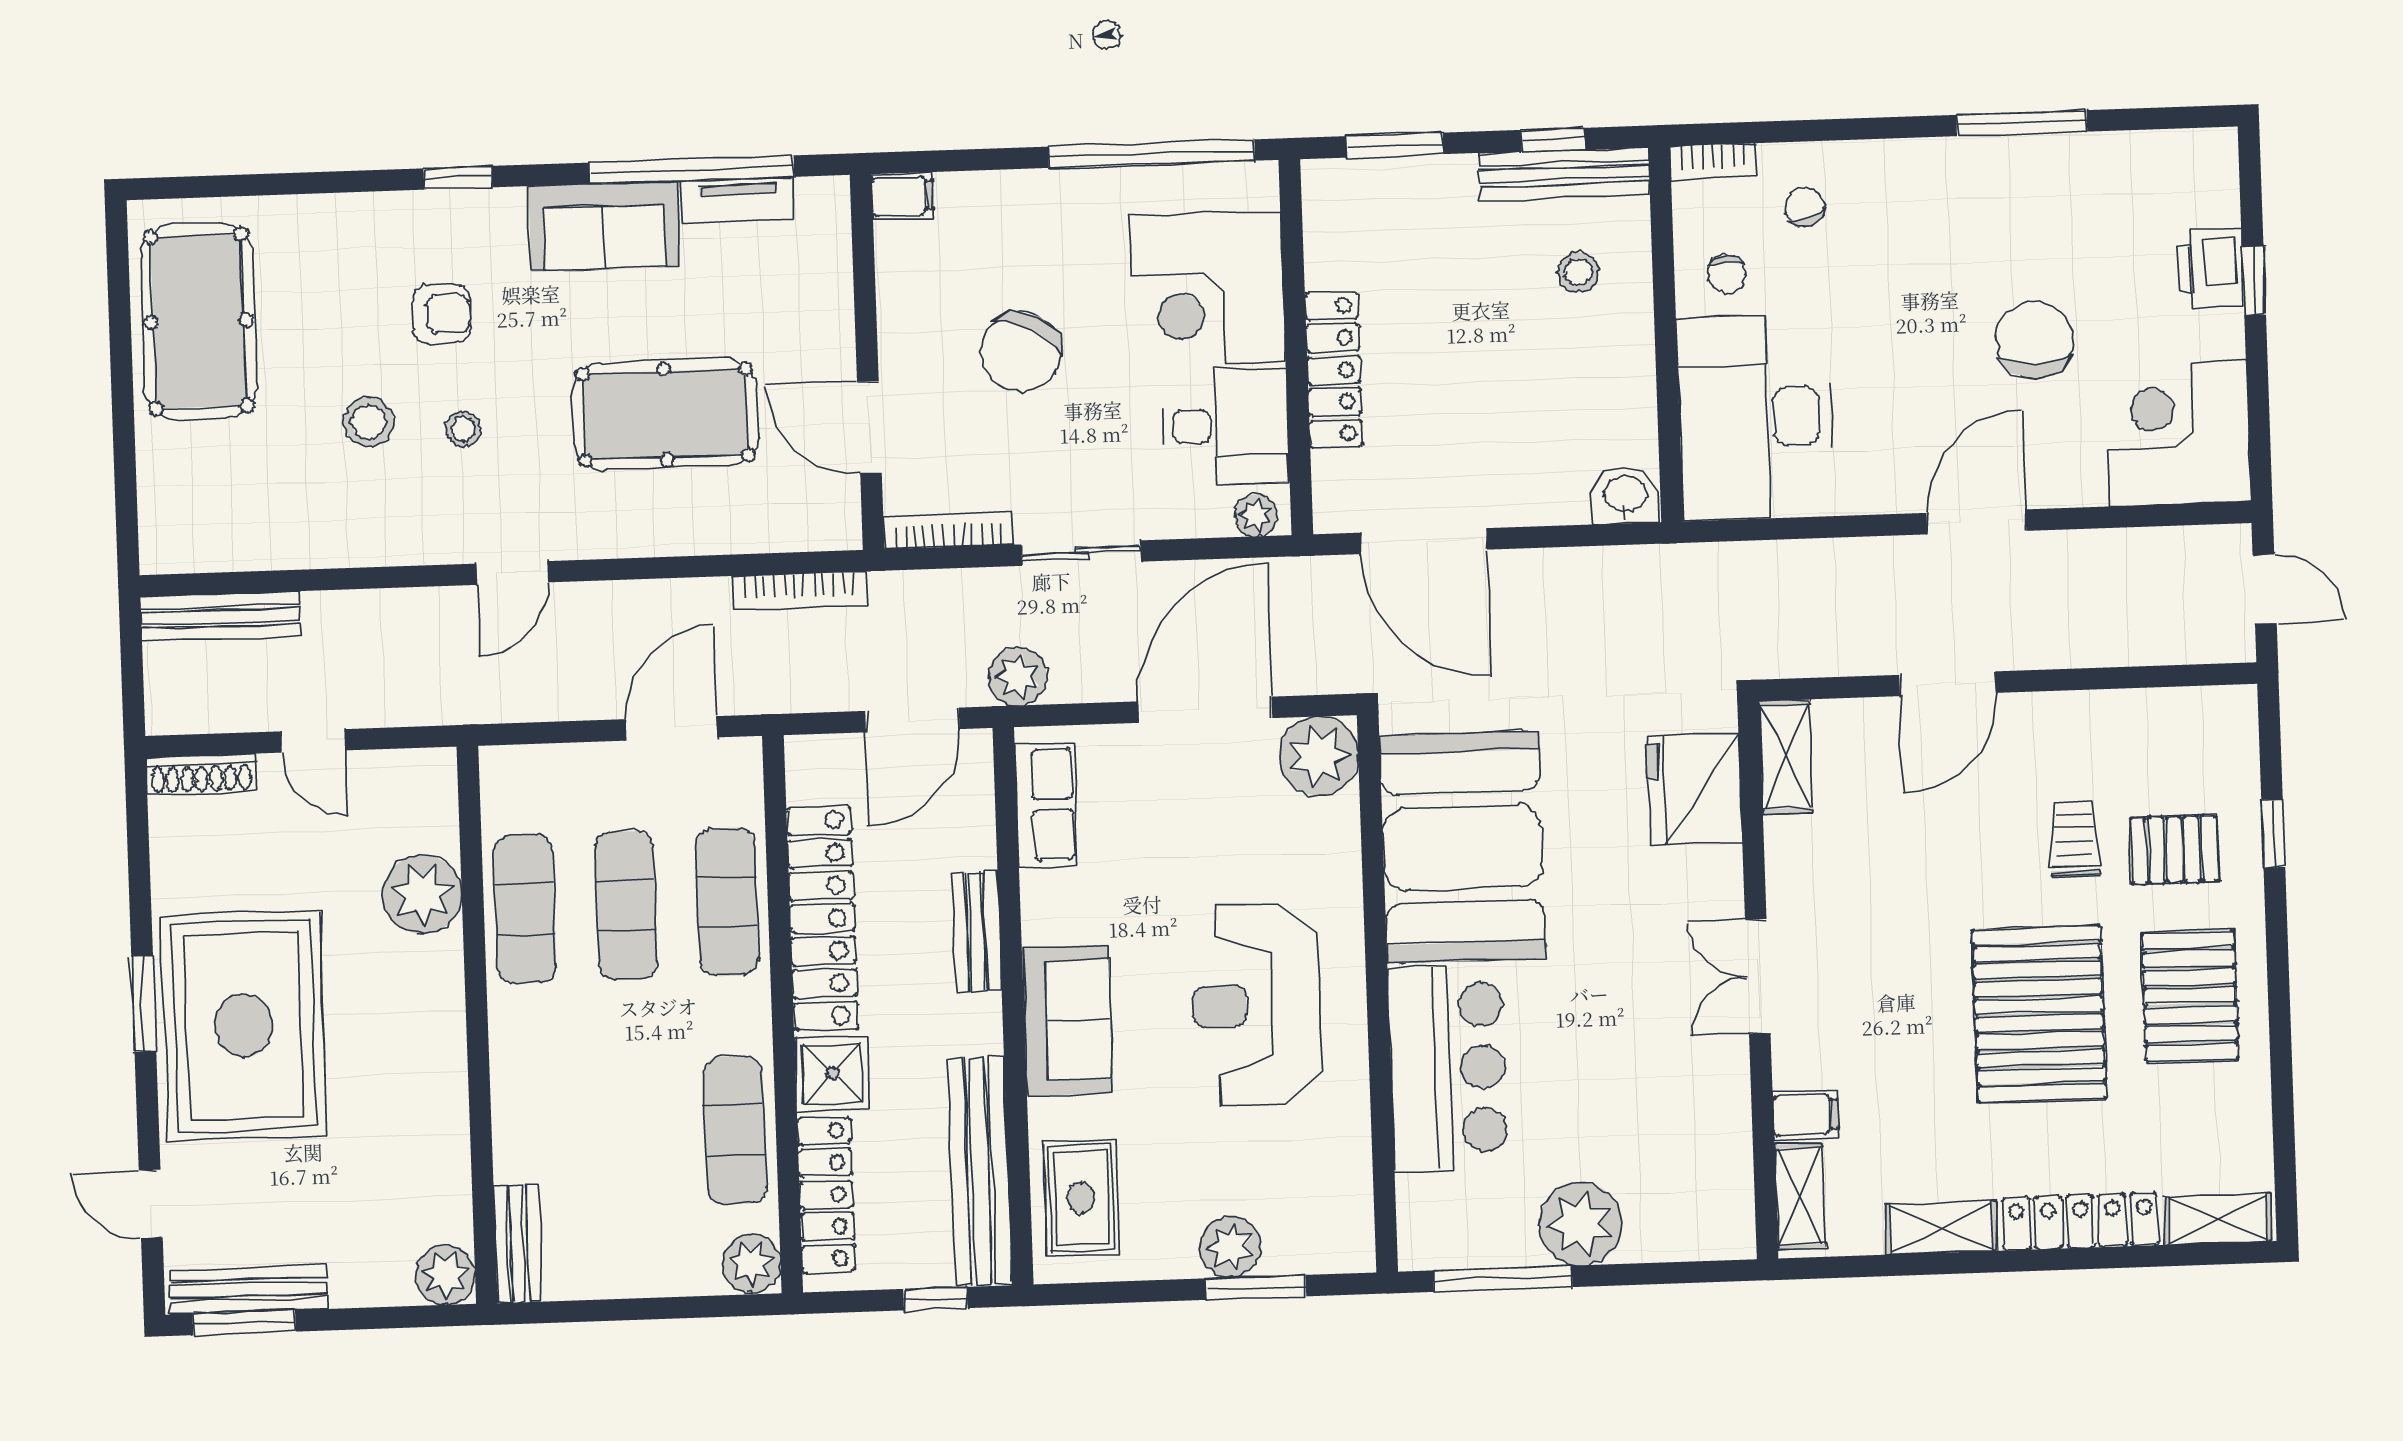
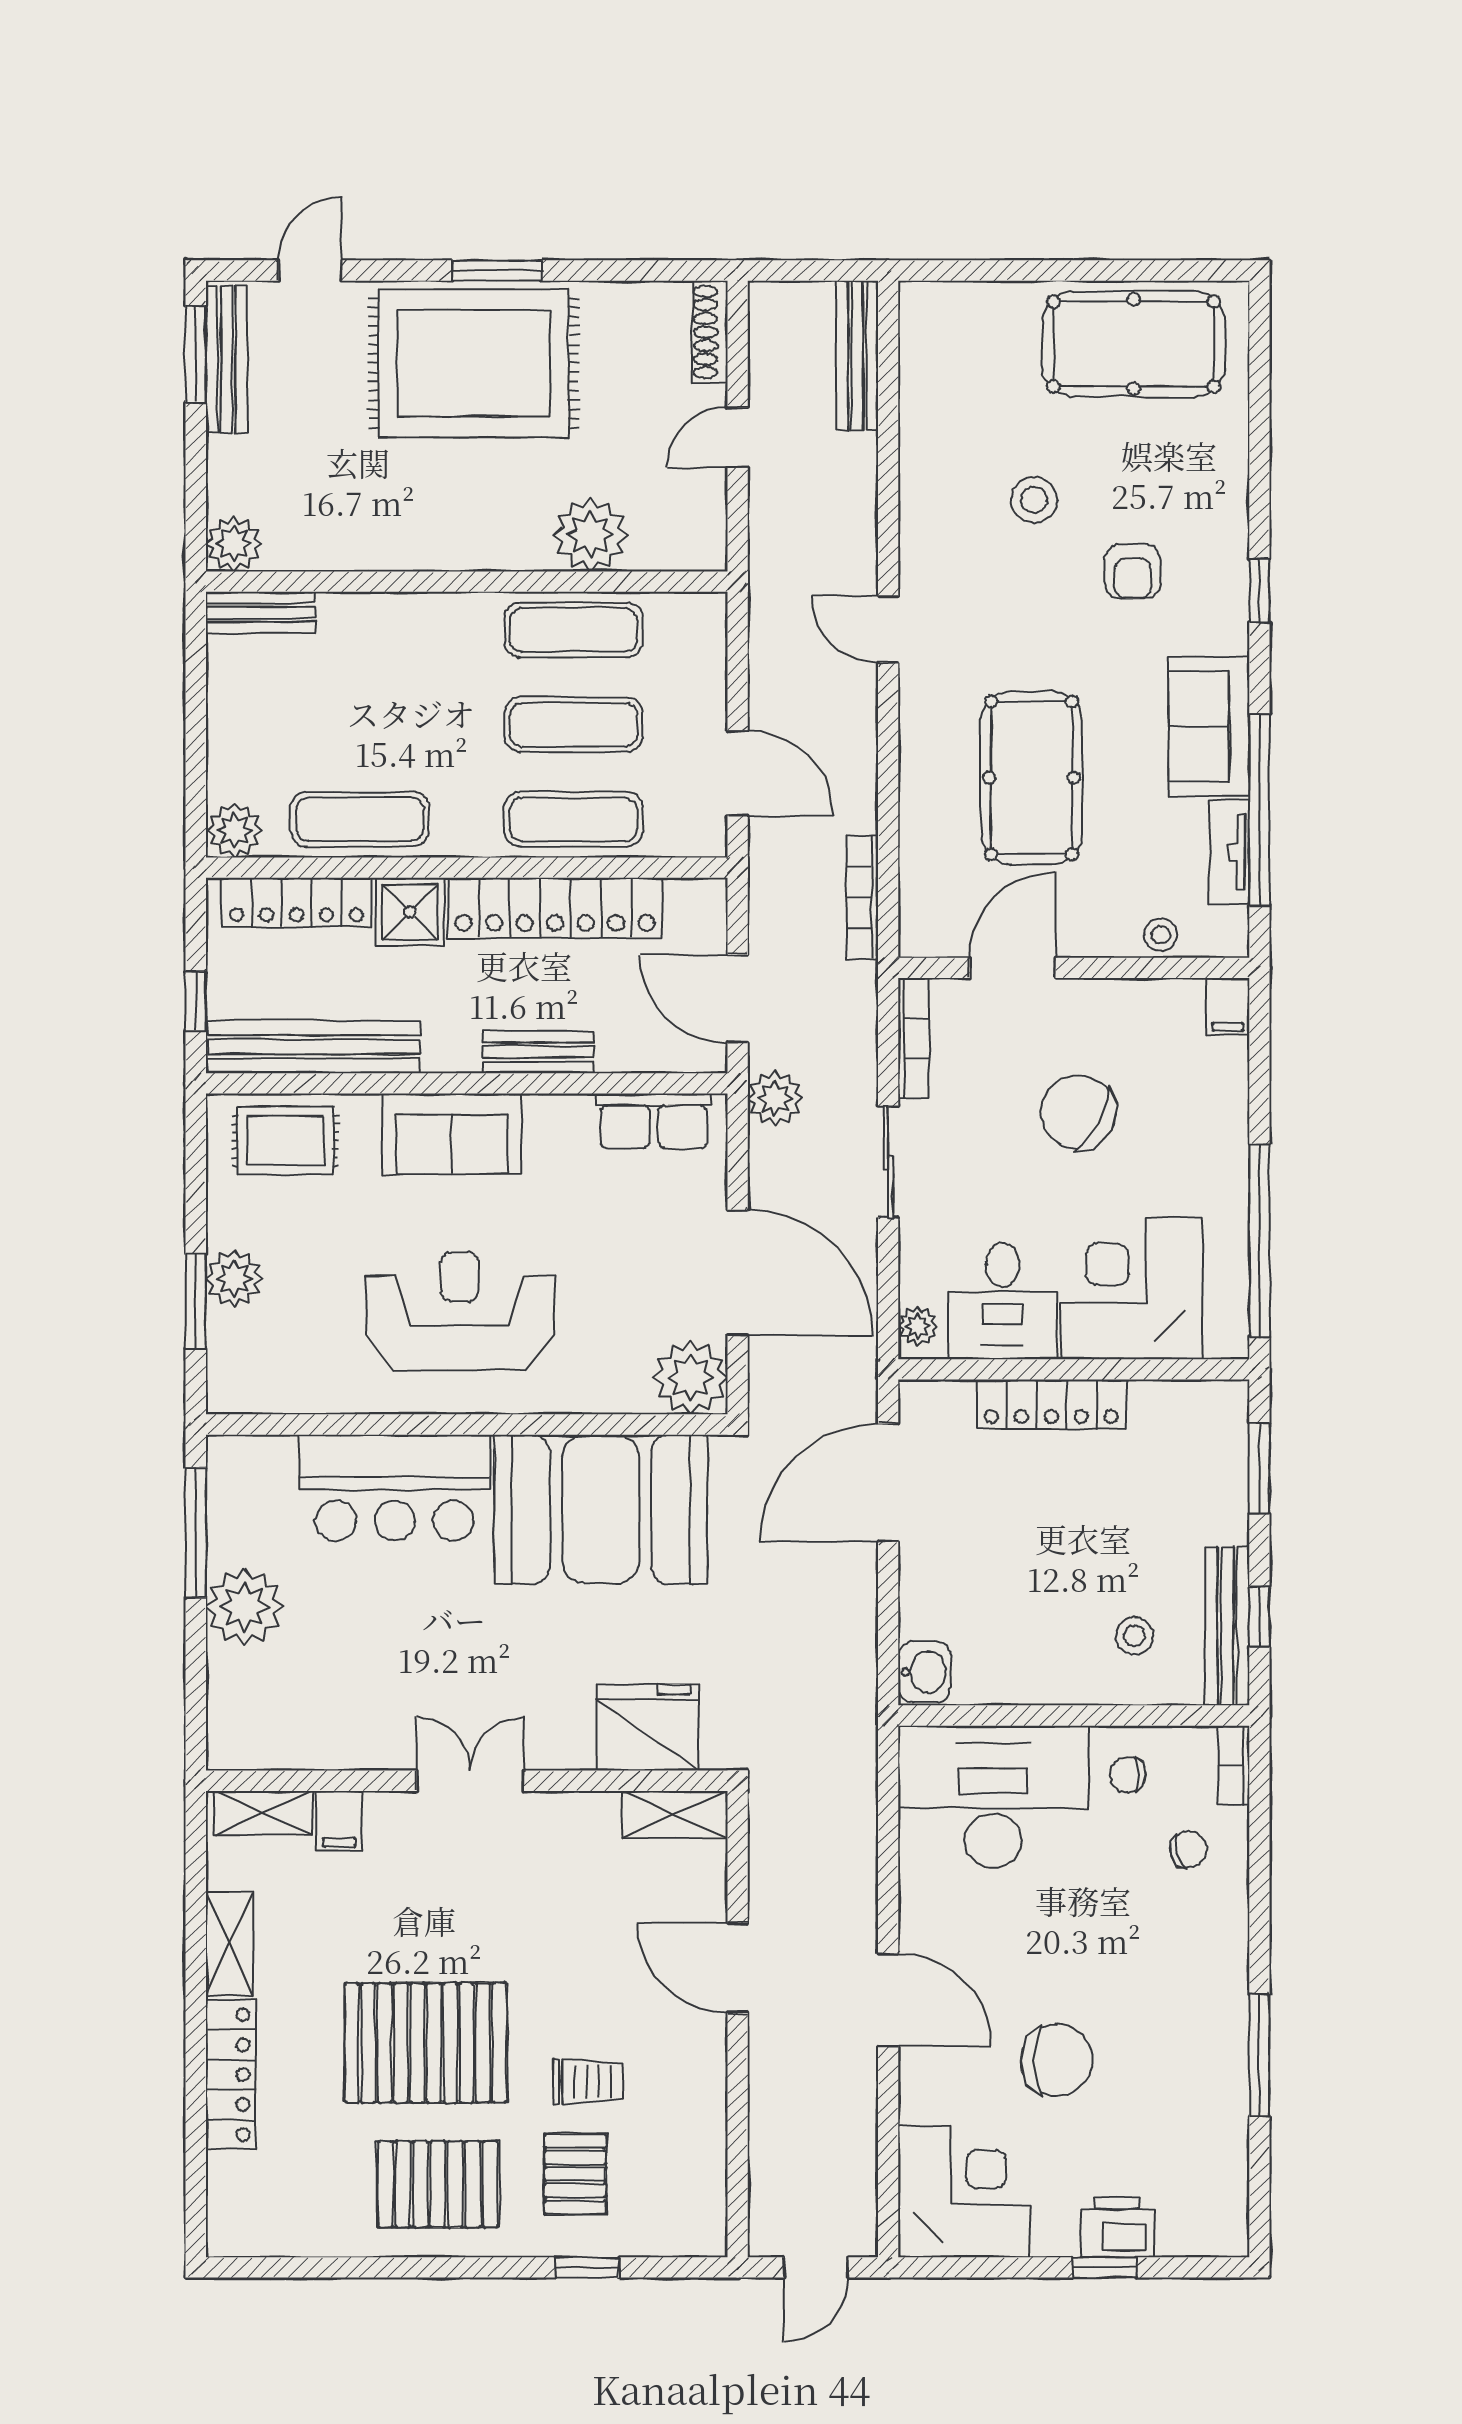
stool: (463, 429) -> (1161, 935), moved
shelving: (2218, 1219) -> (228, 2203), removed

